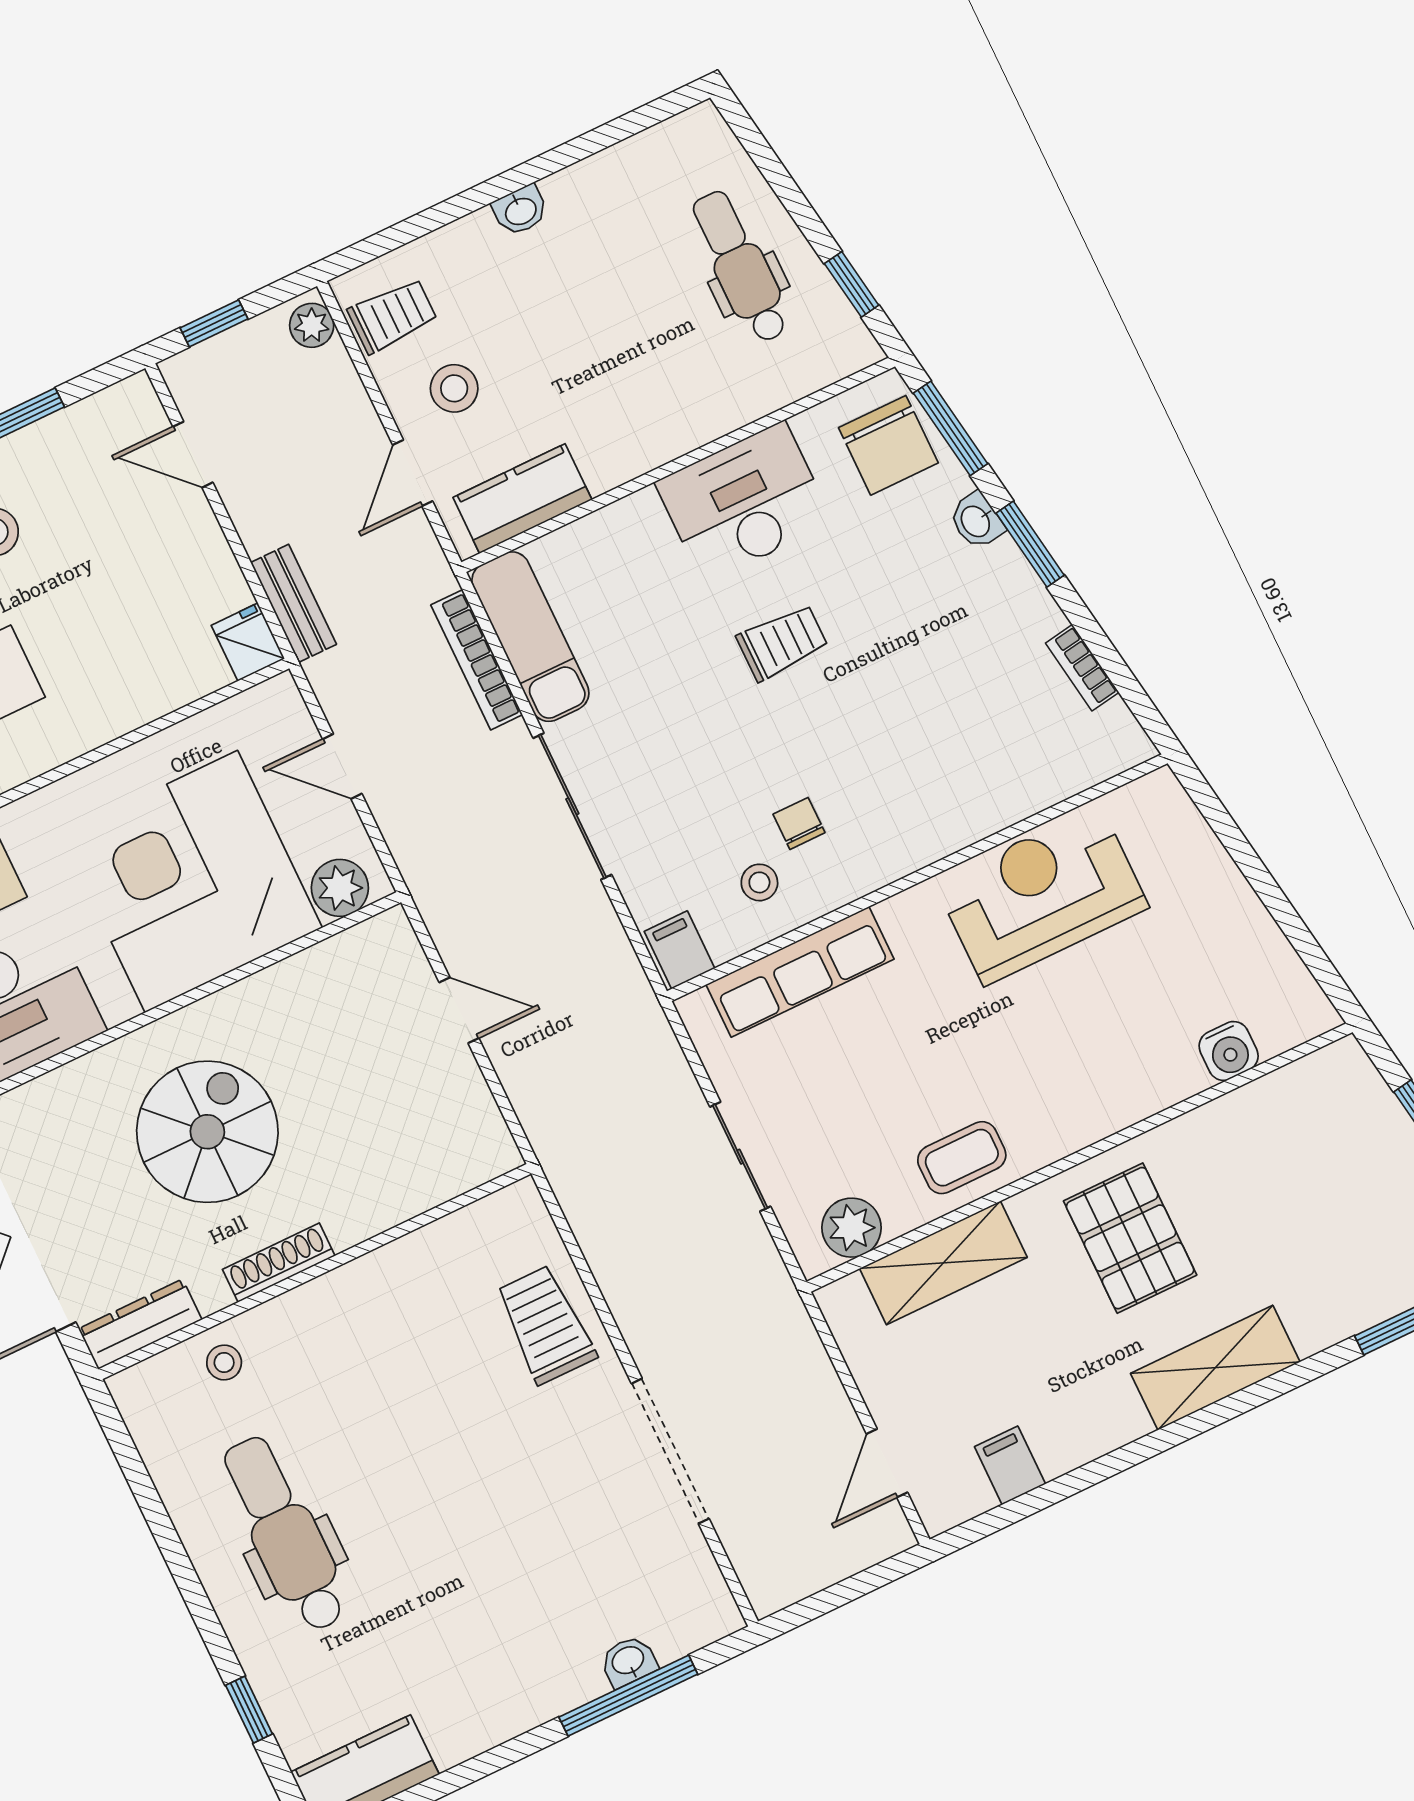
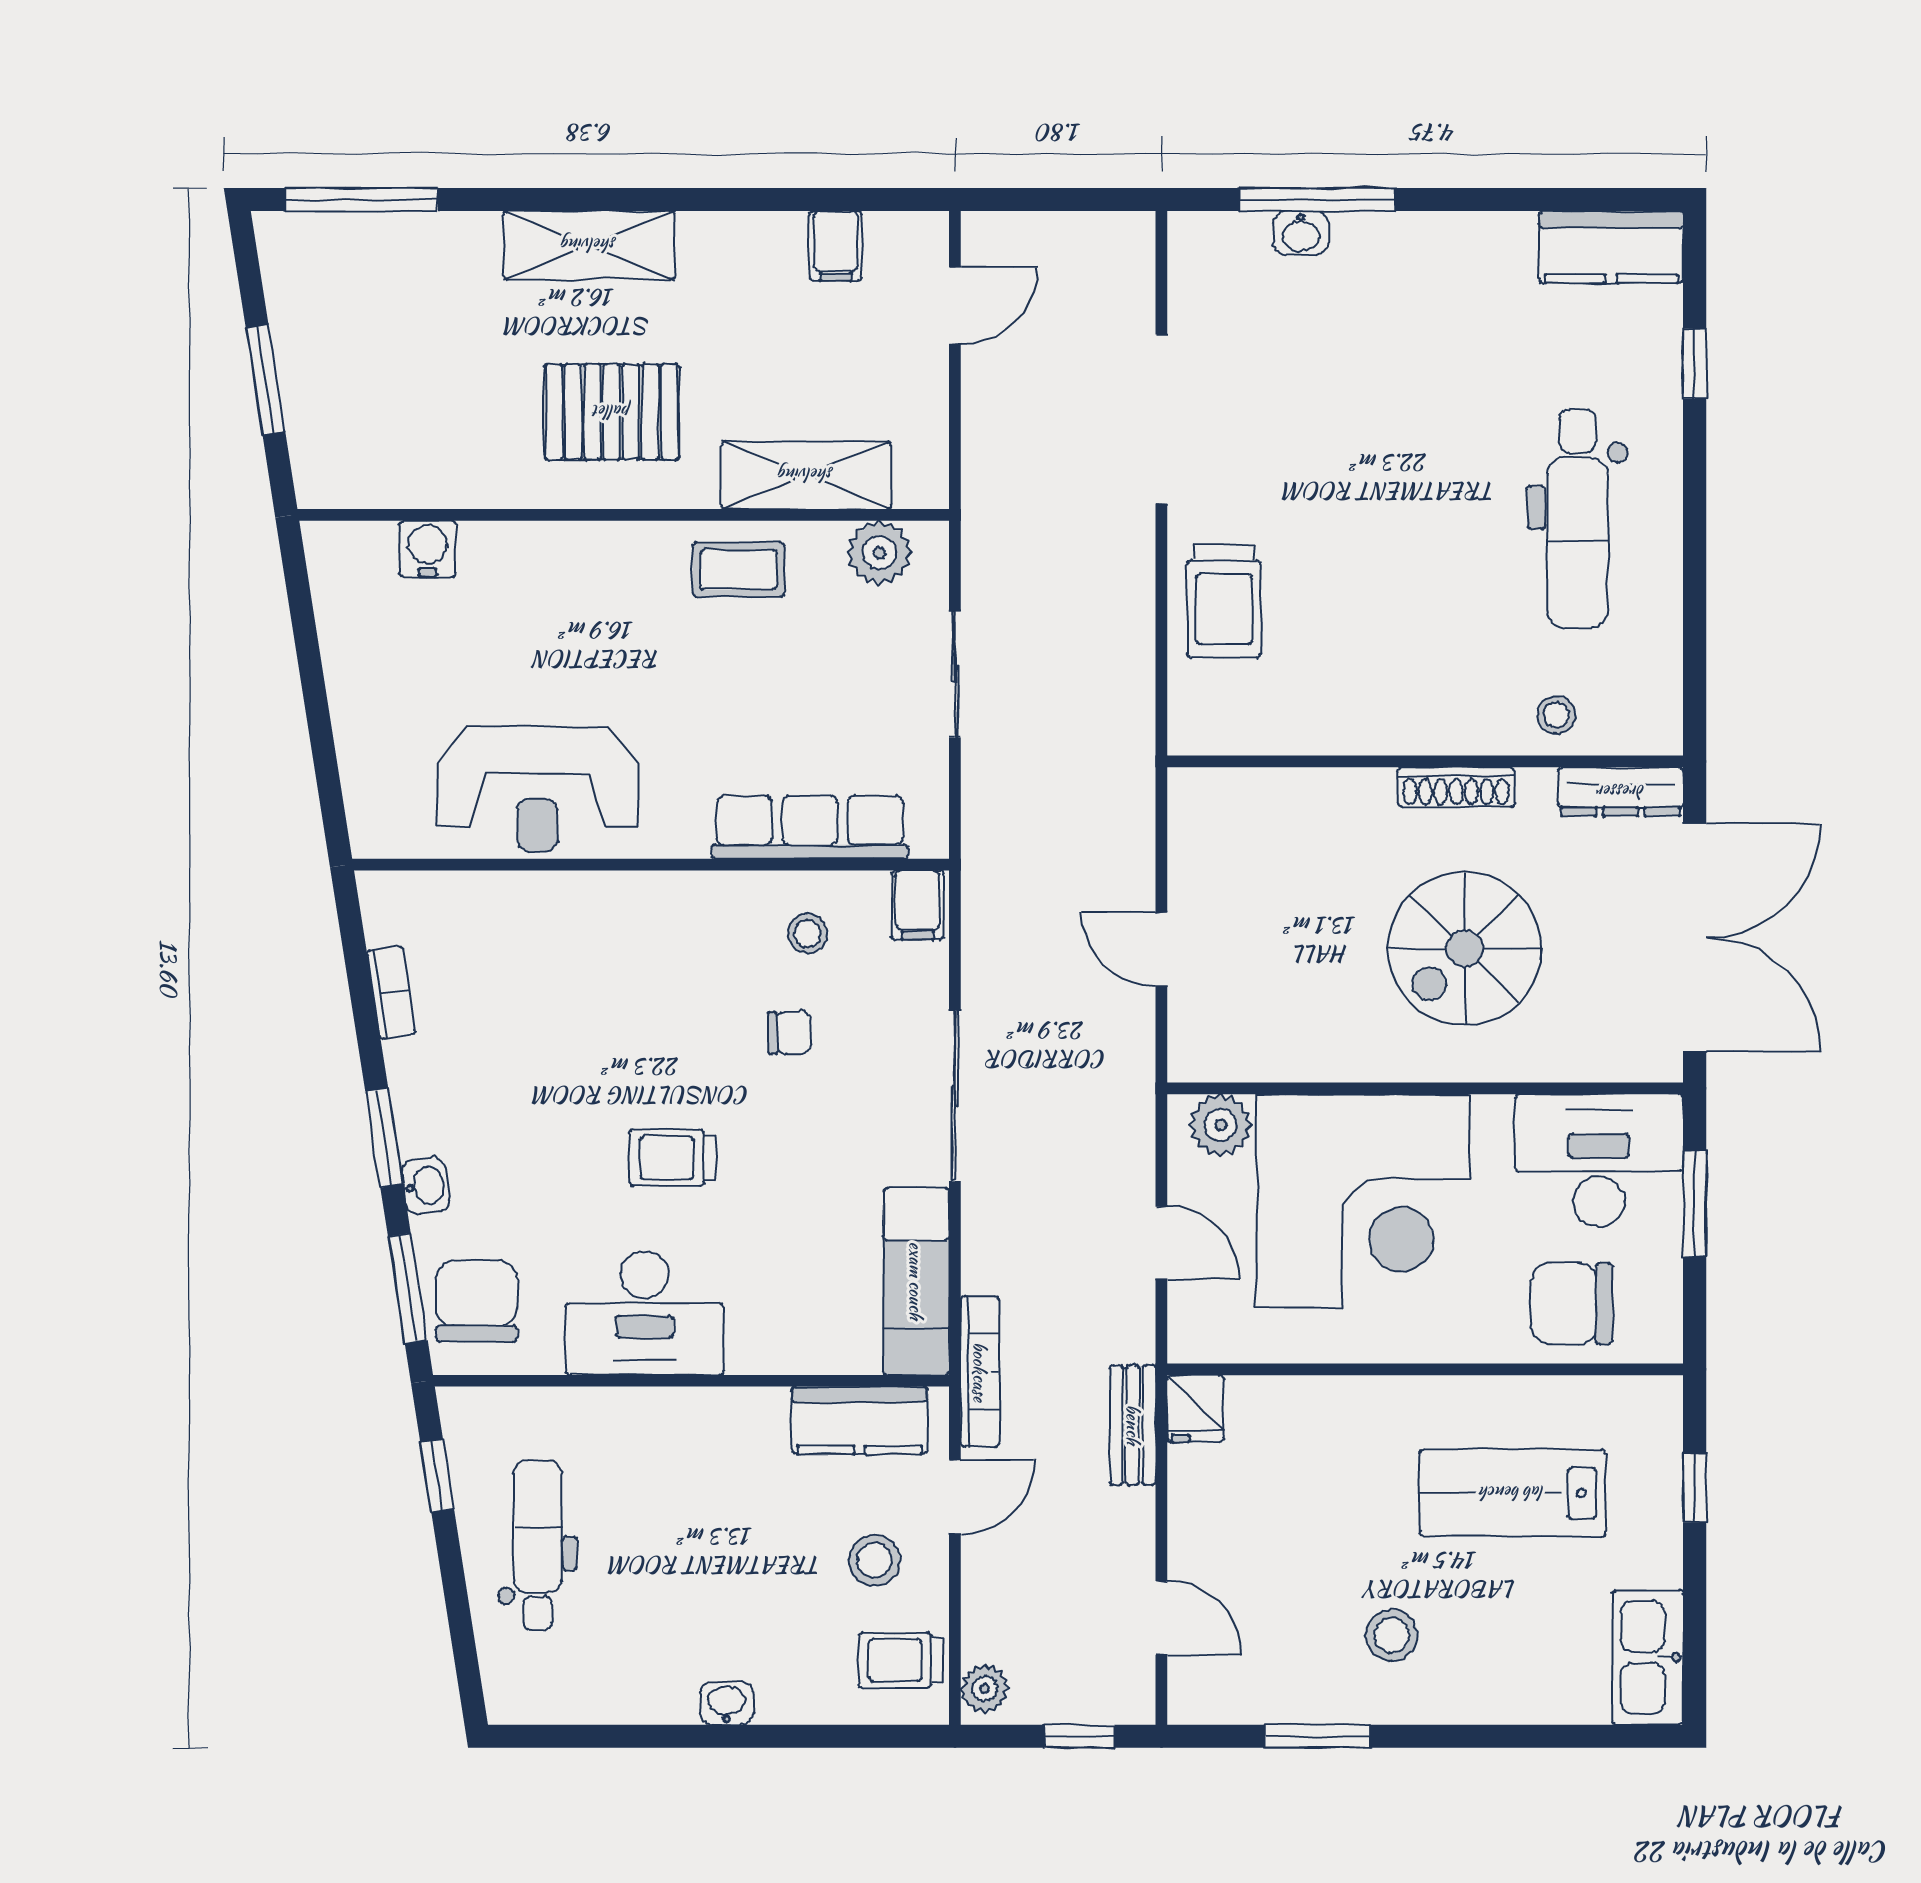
dental chair: (740, 267) -> (538, 1545), turned 180
bookcase: (477, 660) -> (980, 1372), moved
chair: (799, 823) -> (790, 1033), moved, turned -92
pallet: (1130, 1238) -> (612, 412), turned 90

